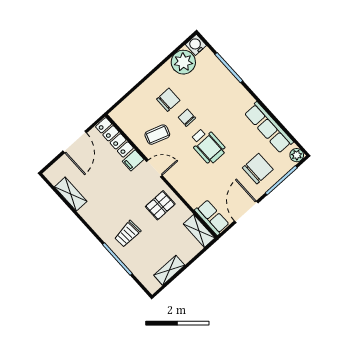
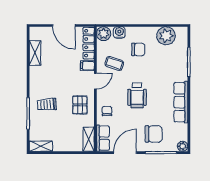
water cooler: (196, 45) -> (119, 32), moved
plant: (121, 115) -> (104, 34), added
chair: (187, 118) -> (107, 111), moved
row of seats: (269, 127) -> (181, 102), moved
door: (75, 142) -> (64, 25), hinge flipped
door: (154, 168) -> (95, 81), hinge flipped
pallet: (160, 205) -> (80, 105), turned 90
shelving: (169, 270) -> (41, 146), moved

